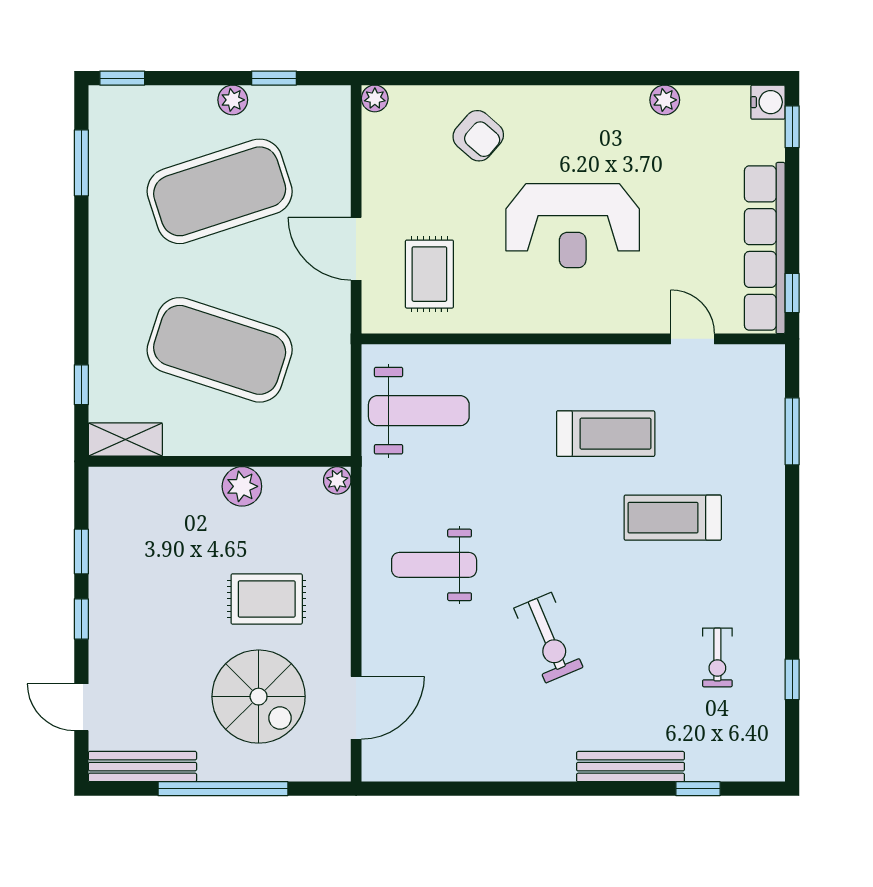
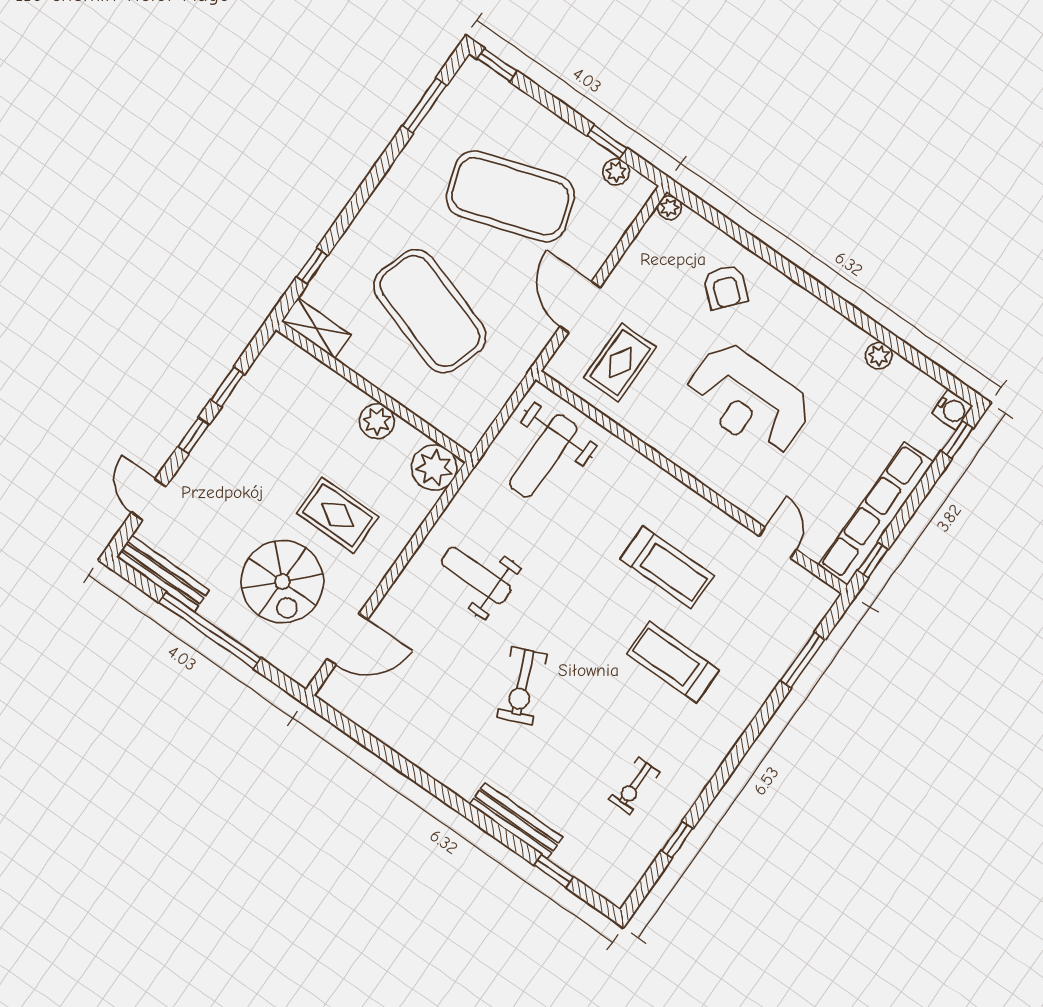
plant: (233, 100) -> (616, 172), moved
weight bench: (419, 411) -> (543, 456), turned 90
plant: (337, 480) -> (434, 468), width x1.87, depth x1.87

